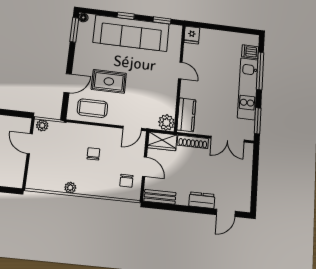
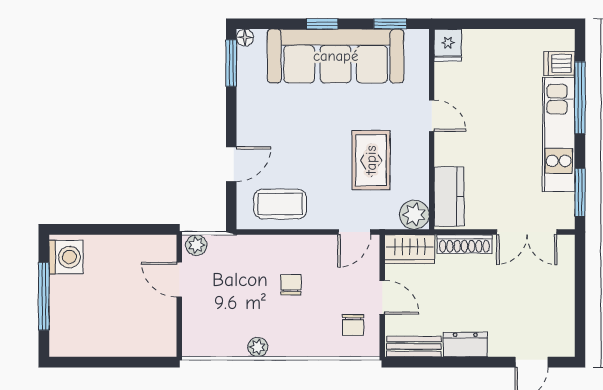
rug: (109, 81) -> (371, 160), moved, turned 90
dresser: (202, 200) -> (465, 344), moved

